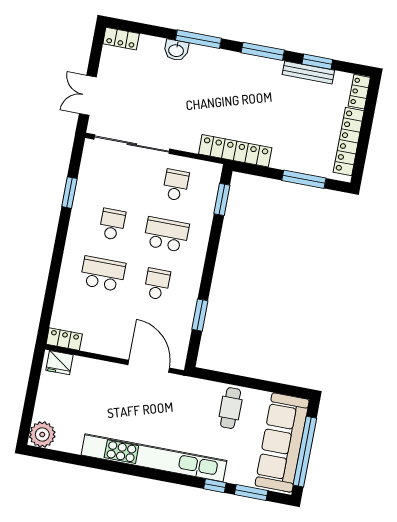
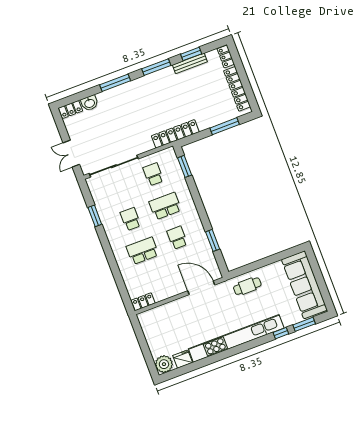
washbasin: (176, 50) -> (90, 103), moved
fridge: (59, 363) -> (183, 359), moved, turned 180
cafe table: (231, 408) -> (247, 286), moved, turned 90
window: (305, 452) -> (321, 282), removed

